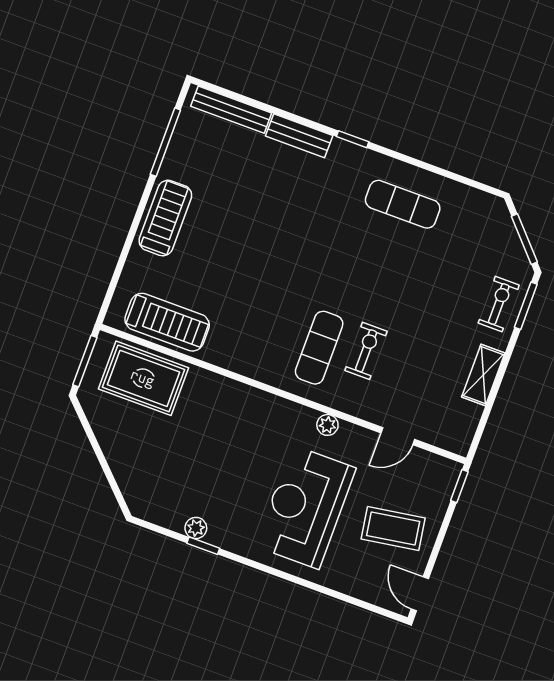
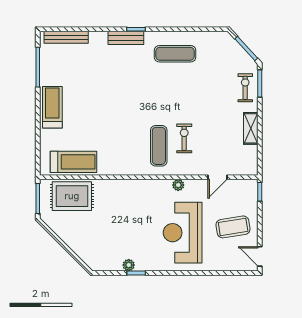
bench: (299, 136) -> (126, 38), moved

